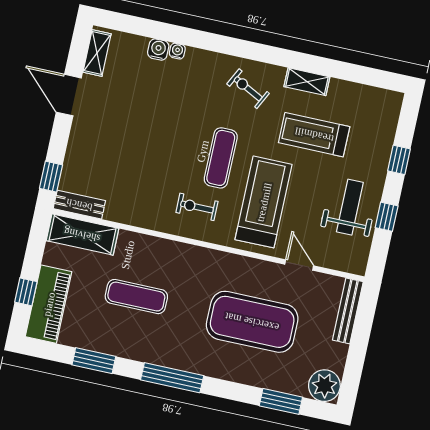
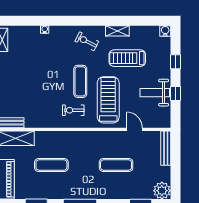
water cooler: (158, 49) -> (165, 31), moved
weight bench: (350, 207) -> (155, 93), turned -90
exercise mat: (252, 322) -> (116, 165), width x0.50, depth x0.69

